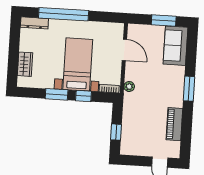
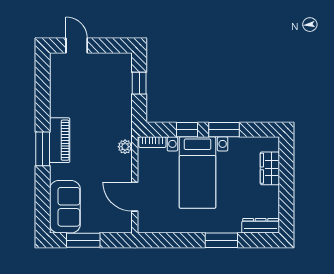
window: (64, 14) -> (221, 240), width x0.47
piano: (174, 124) -> (60, 140), moved

